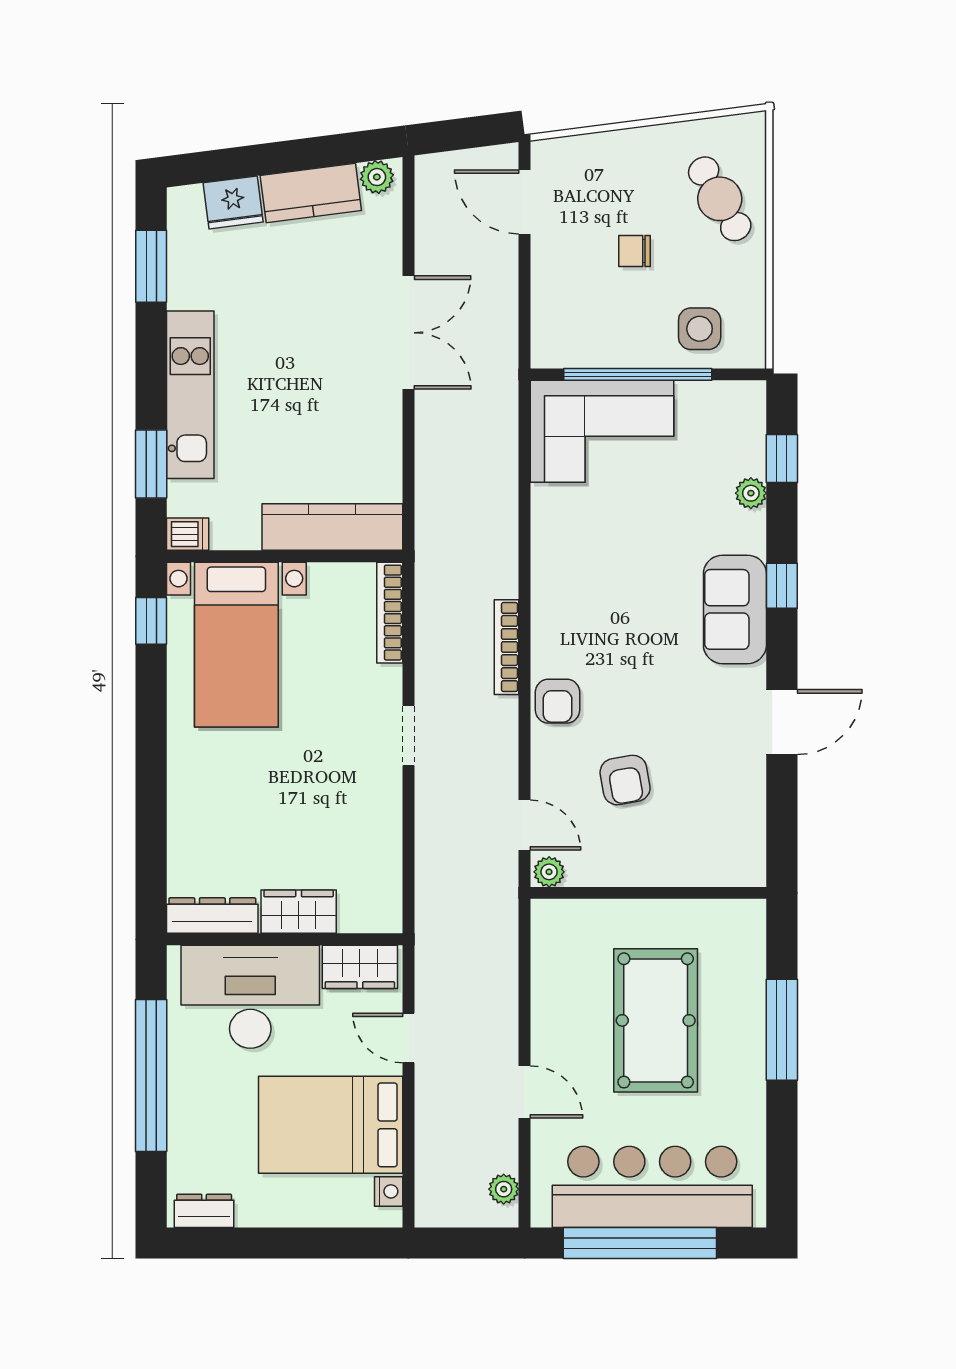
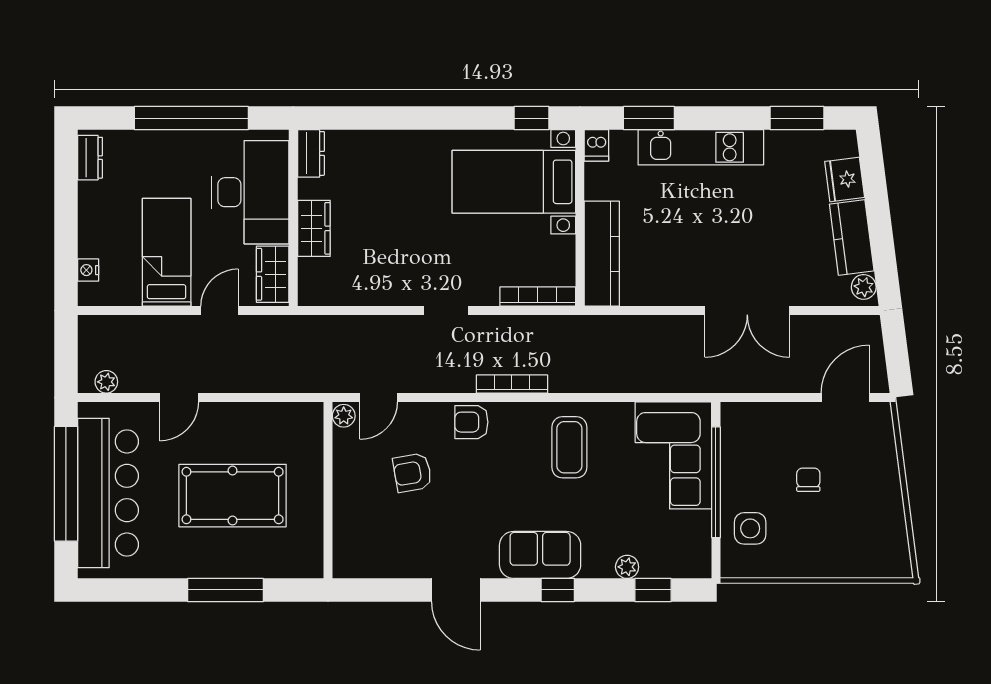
cafe table: (720, 199) -> (847, 544), removed
coffee table: (591, 570) -> (569, 447), added
dresser: (212, 916) -> (311, 153), width x0.70
bed: (331, 1125) -> (167, 252), width x0.67
nightstand: (389, 1191) -> (88, 270), moved, turned 90

